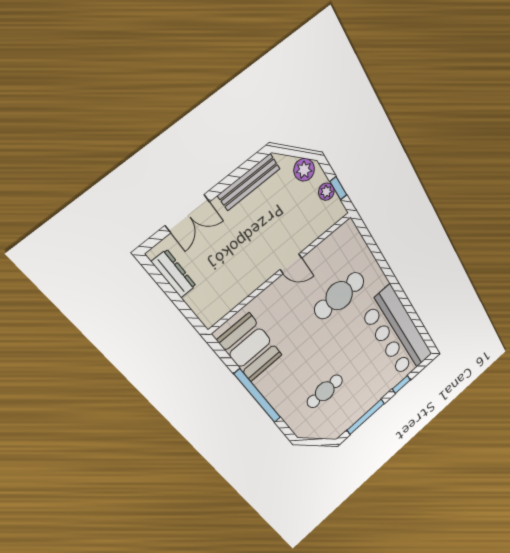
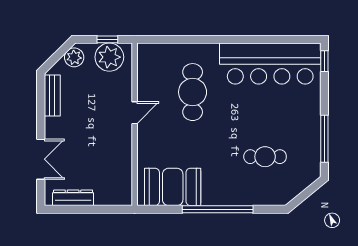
bench: (249, 182) -> (52, 96), width x0.73
plant: (326, 192) -> (109, 57), width x1.87, depth x1.87
window: (401, 385) -> (324, 61), moved
cafe table: (325, 391) -> (265, 157), turned 90

